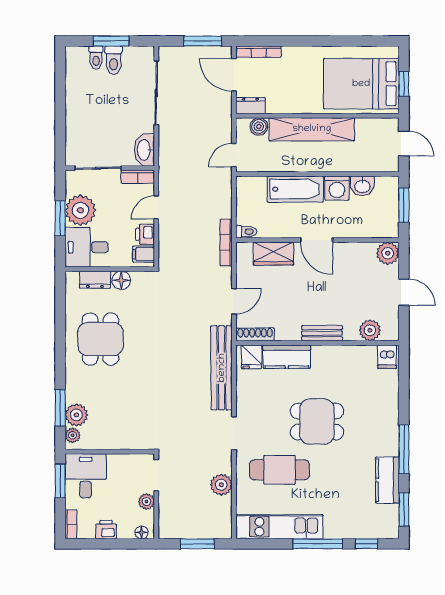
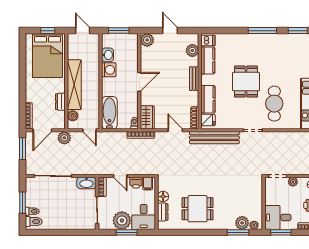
toilet: (114, 60) -> (34, 222), moved
dresser: (250, 106) -> (60, 102), moved
door: (404, 144) -> (83, 31), hinge flipped
bathtub: (295, 189) -> (109, 113), moved
wardrobe: (273, 254) -> (147, 117), moved
door: (404, 292) -> (170, 31), hinge flipped
kitchen counter: (387, 480) -> (208, 60), moved, turned -90
plant: (221, 485) -> (64, 138), moved

